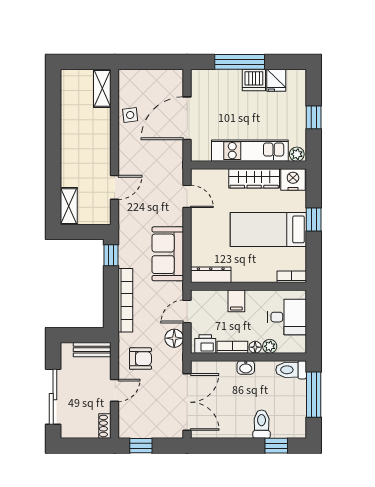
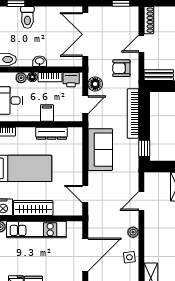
plant: (125, 147) -> (133, 232), added
dresser: (211, 275) -> (51, 133), moved
shoe rack: (105, 426) -> (149, 20), width x1.43

